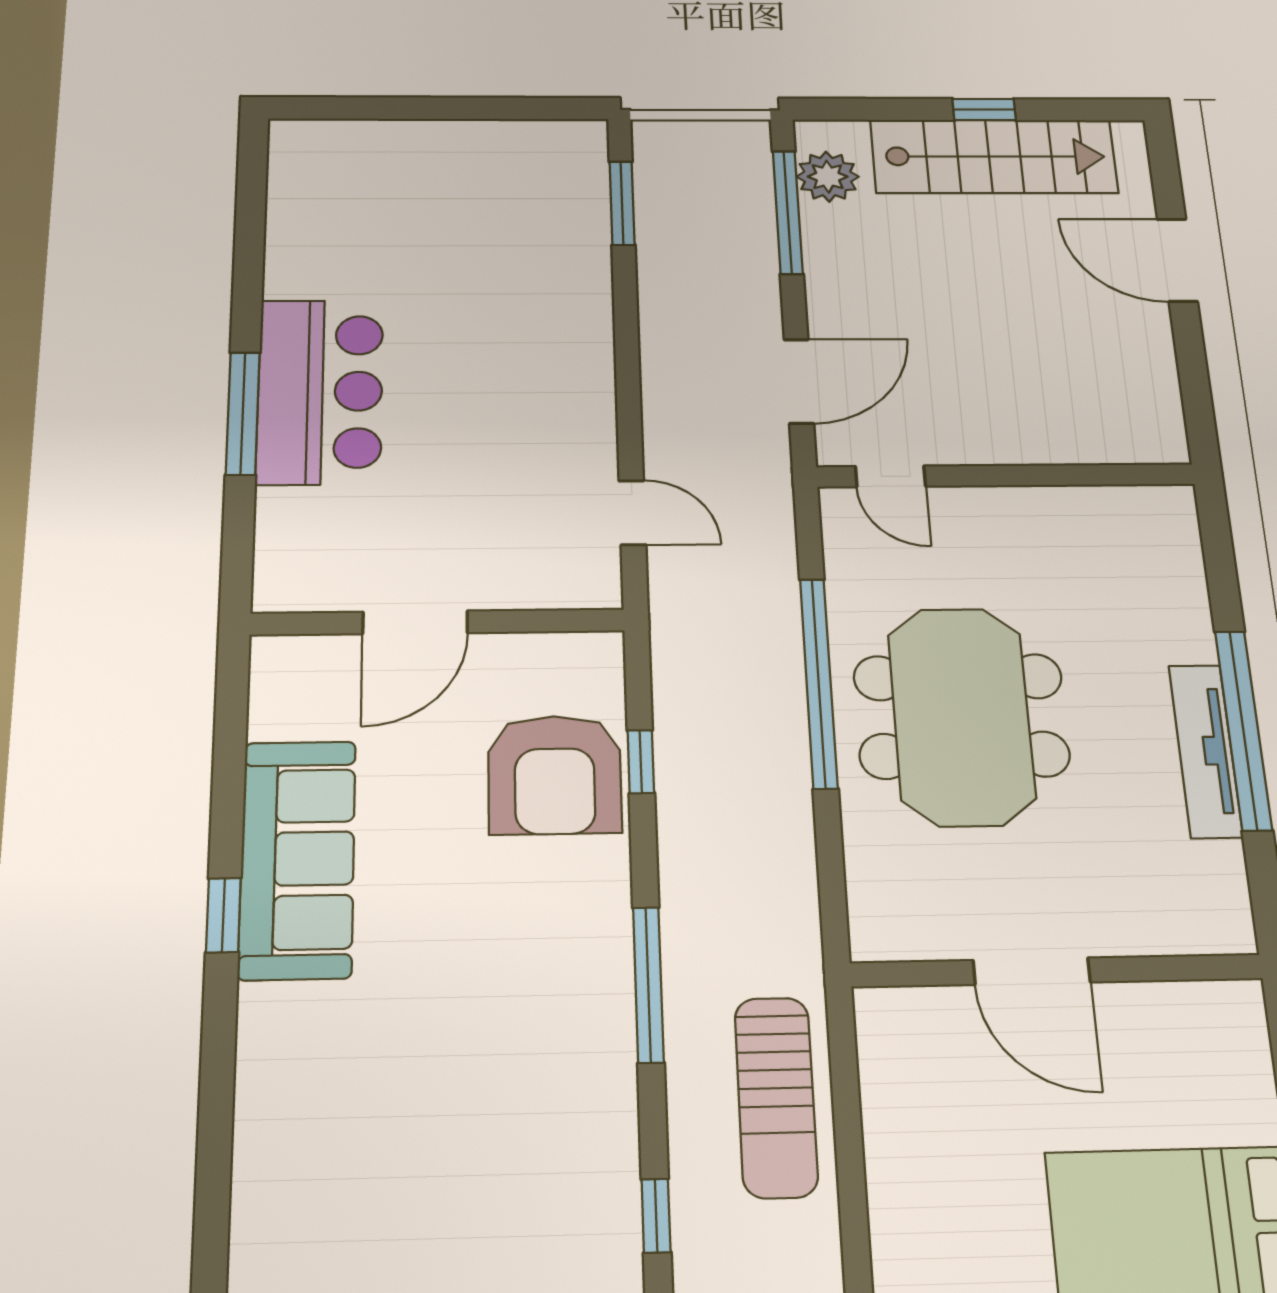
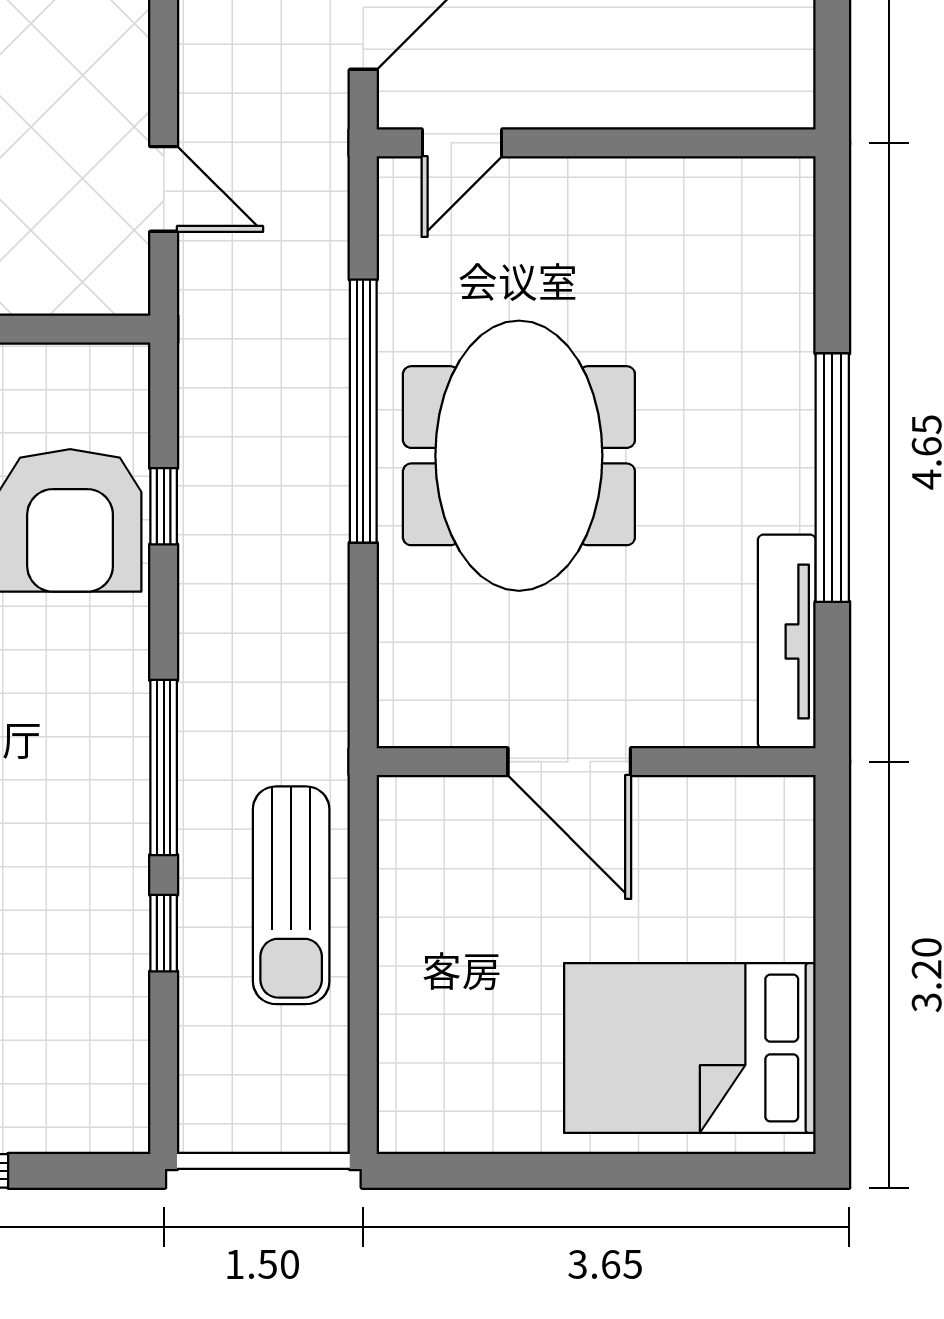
door: (891, 476) -> (462, 143), hinge flipped
tv unit: (1205, 751) -> (787, 642), moved
window: (656, 1216) -> (164, 933), moved

